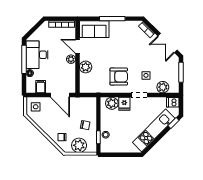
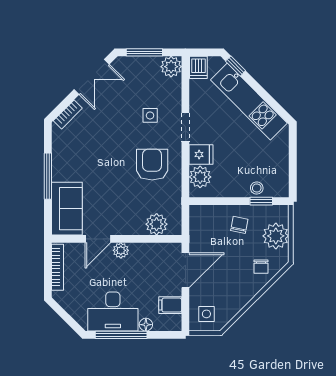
plant: (86, 67) -> (157, 224), moved
plant: (163, 87) -> (171, 67), moved

